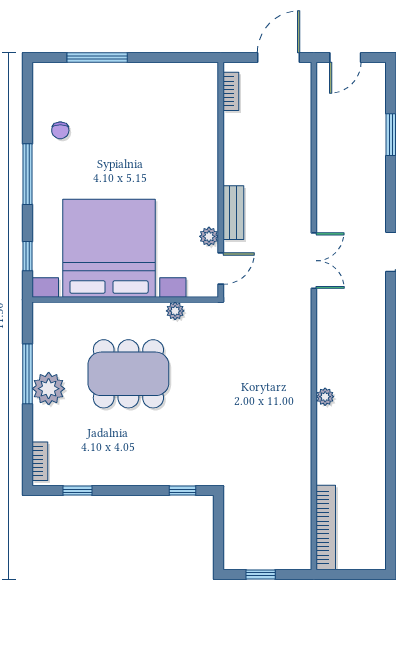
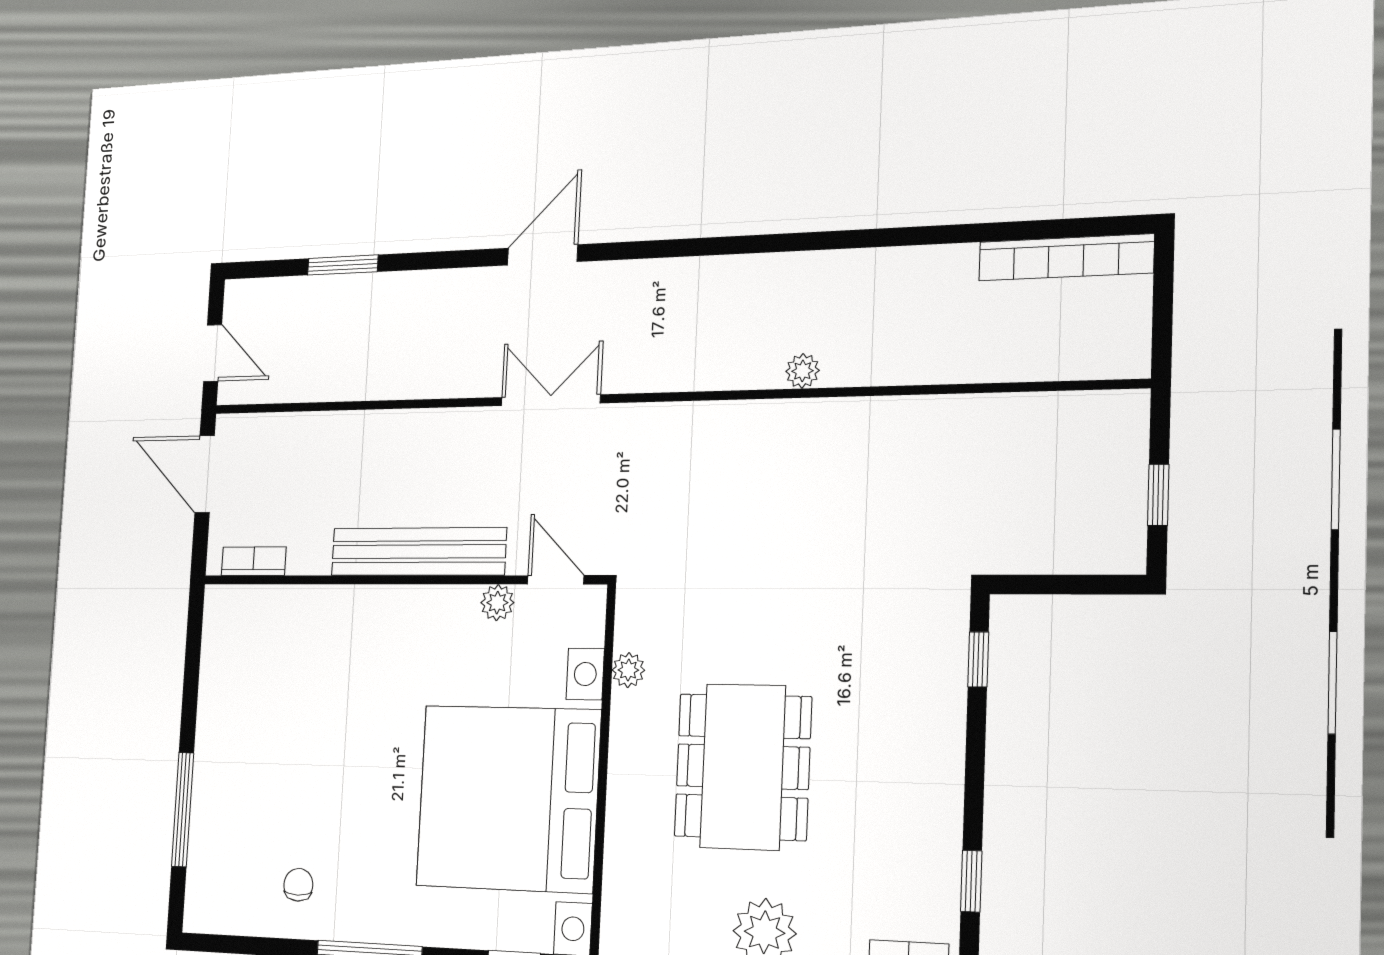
chair: (60, 130) -> (298, 885), turned -90
bench: (233, 213) -> (418, 552), width x1.86, depth x1.21
bookcase: (326, 527) -> (1066, 257), moved, turned 180

